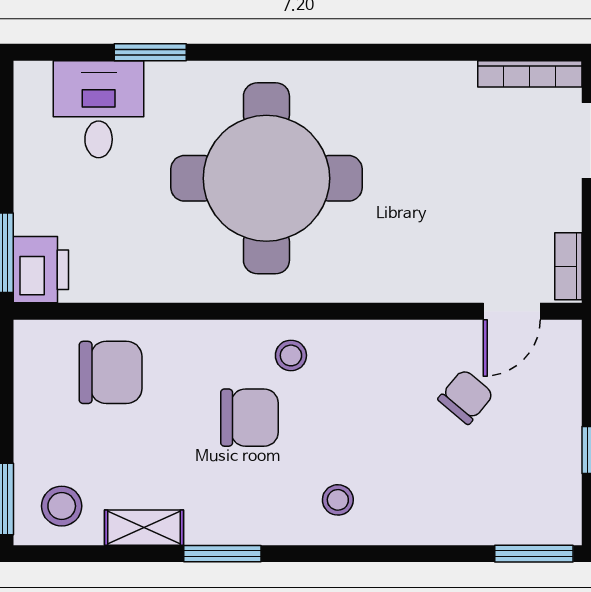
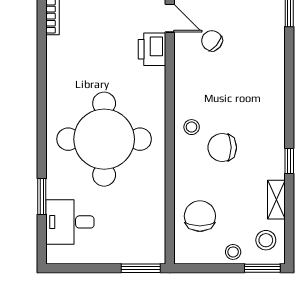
printer: (41, 270) -> (152, 49), moved, turned -90
chair: (250, 418) -> (222, 147), turned -90
stool: (338, 500) -> (233, 252), moved
window: (222, 554) -> (289, 161), width x0.67

